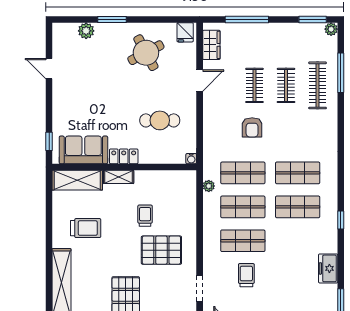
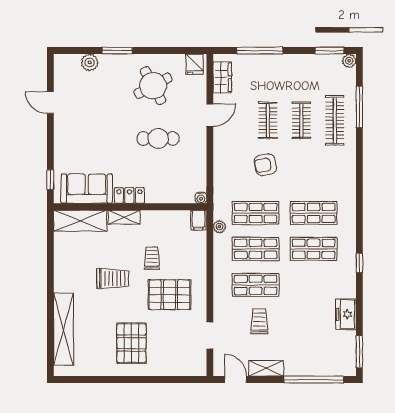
cafe table: (160, 120) -> (158, 139), moved
armchair: (252, 127) -> (265, 165), turned 78
filing cabinet: (189, 180) -> (198, 220), added
trolley: (86, 228) -> (113, 279), moved

